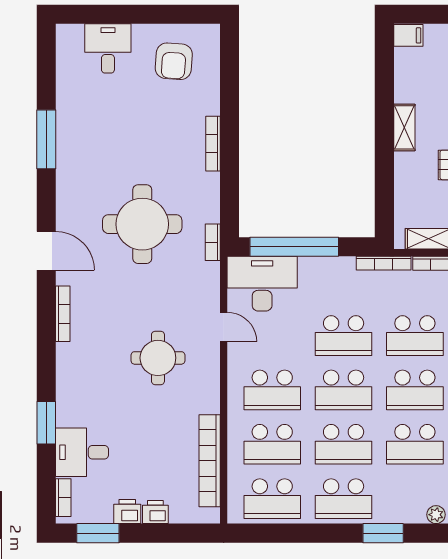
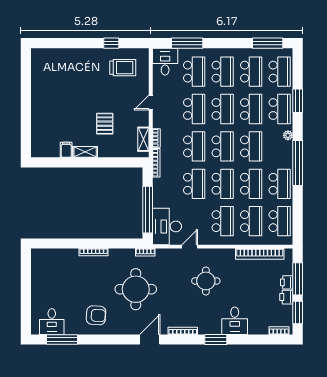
filing cabinet: (408, 35) -> (66, 150), moved
desk: (108, 48) -> (52, 322), moved, turned -90
armchair: (174, 61) -> (96, 315), moved
window: (46, 139) -> (62, 339), moved
window: (46, 423) -> (216, 339), moved
desk: (82, 452) -> (235, 321), moved
window: (162, 533) -> (298, 279), added
window: (383, 533) -> (298, 163), width x2.11

